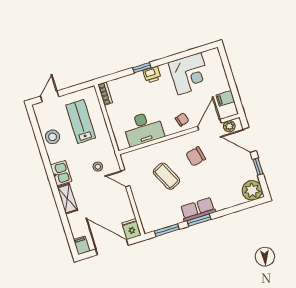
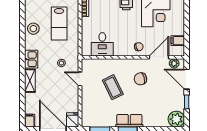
lab bench: (81, 122) -> (59, 24), turned 180
desk: (143, 128) -> (102, 44), width x0.73

